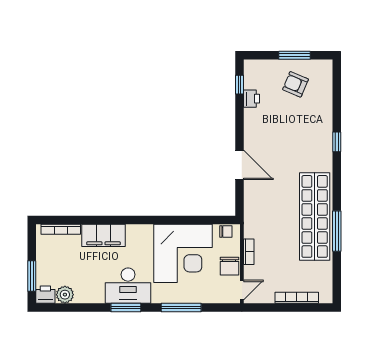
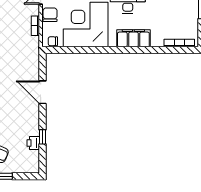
window: (239, 85) -> (42, 137), moved
filing cabinet: (103, 235) -> (133, 38), moved

